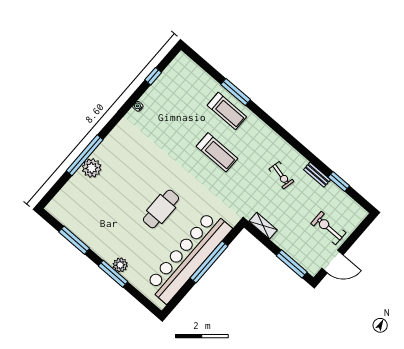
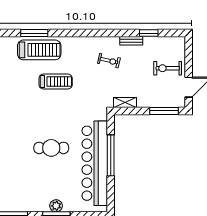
treadmill: (227, 111) -> (39, 50), width x1.37, depth x1.38
cafe table: (161, 209) -> (51, 148), turned 90

